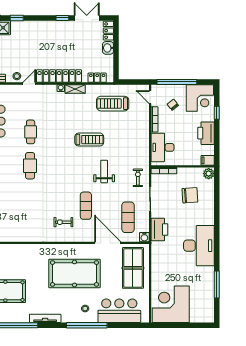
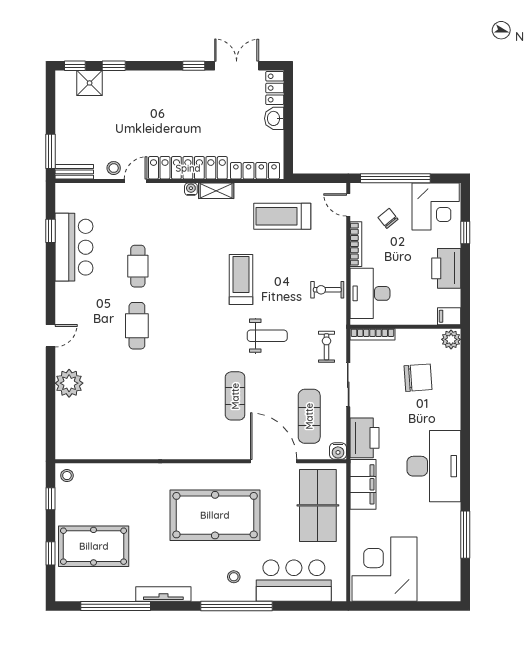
locker: (97, 78) -> (255, 171), width x1.53
treadmill: (89, 140) -> (241, 280), turned -90
weight bench: (104, 171) -> (267, 336), turned 90
exercise bike: (63, 222) -> (327, 290), moved
filing cabinet: (159, 256) -> (363, 484), added

